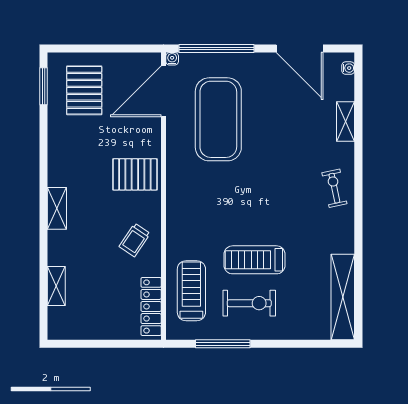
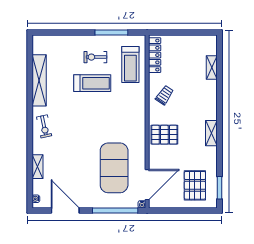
shelving: (57, 208) -> (211, 133), moved
shelving: (343, 297) -> (39, 80), moved
exercise bike: (249, 303) -> (95, 57), width x0.73, depth x0.72

